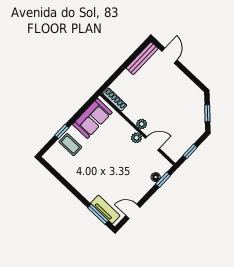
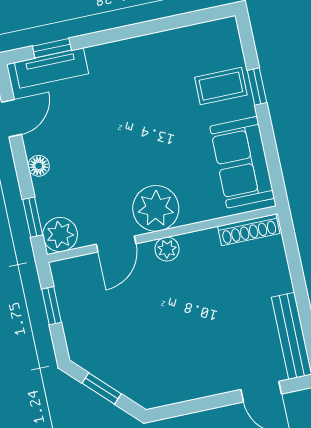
plant: (136, 138) -> (156, 208), width x1.88, depth x1.88
plant: (163, 166) -> (60, 235), added
floor lamp: (156, 177) -> (39, 166), moved
window: (98, 214) -> (52, 48), width x0.67

